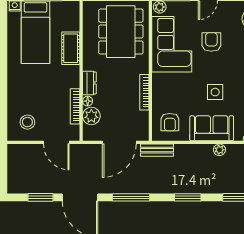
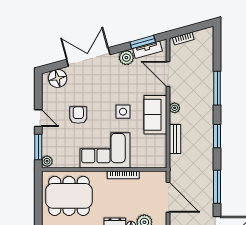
armchair: (211, 42) -> (78, 115), turned 90
corner sofa: (172, 44) -> (105, 150), moved
armchair: (170, 122) -> (150, 152), removed
bench: (157, 150) -> (175, 139), moved

